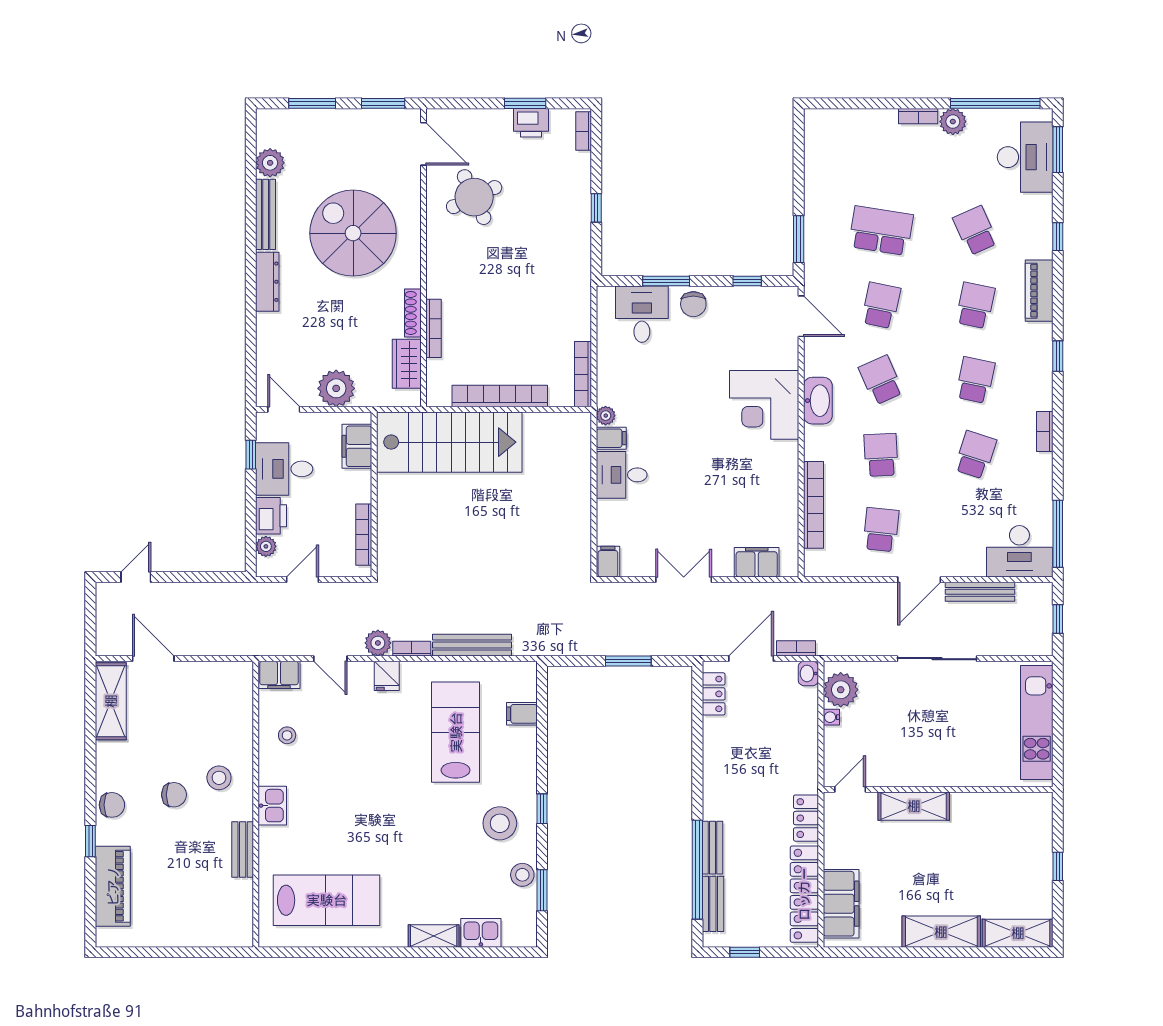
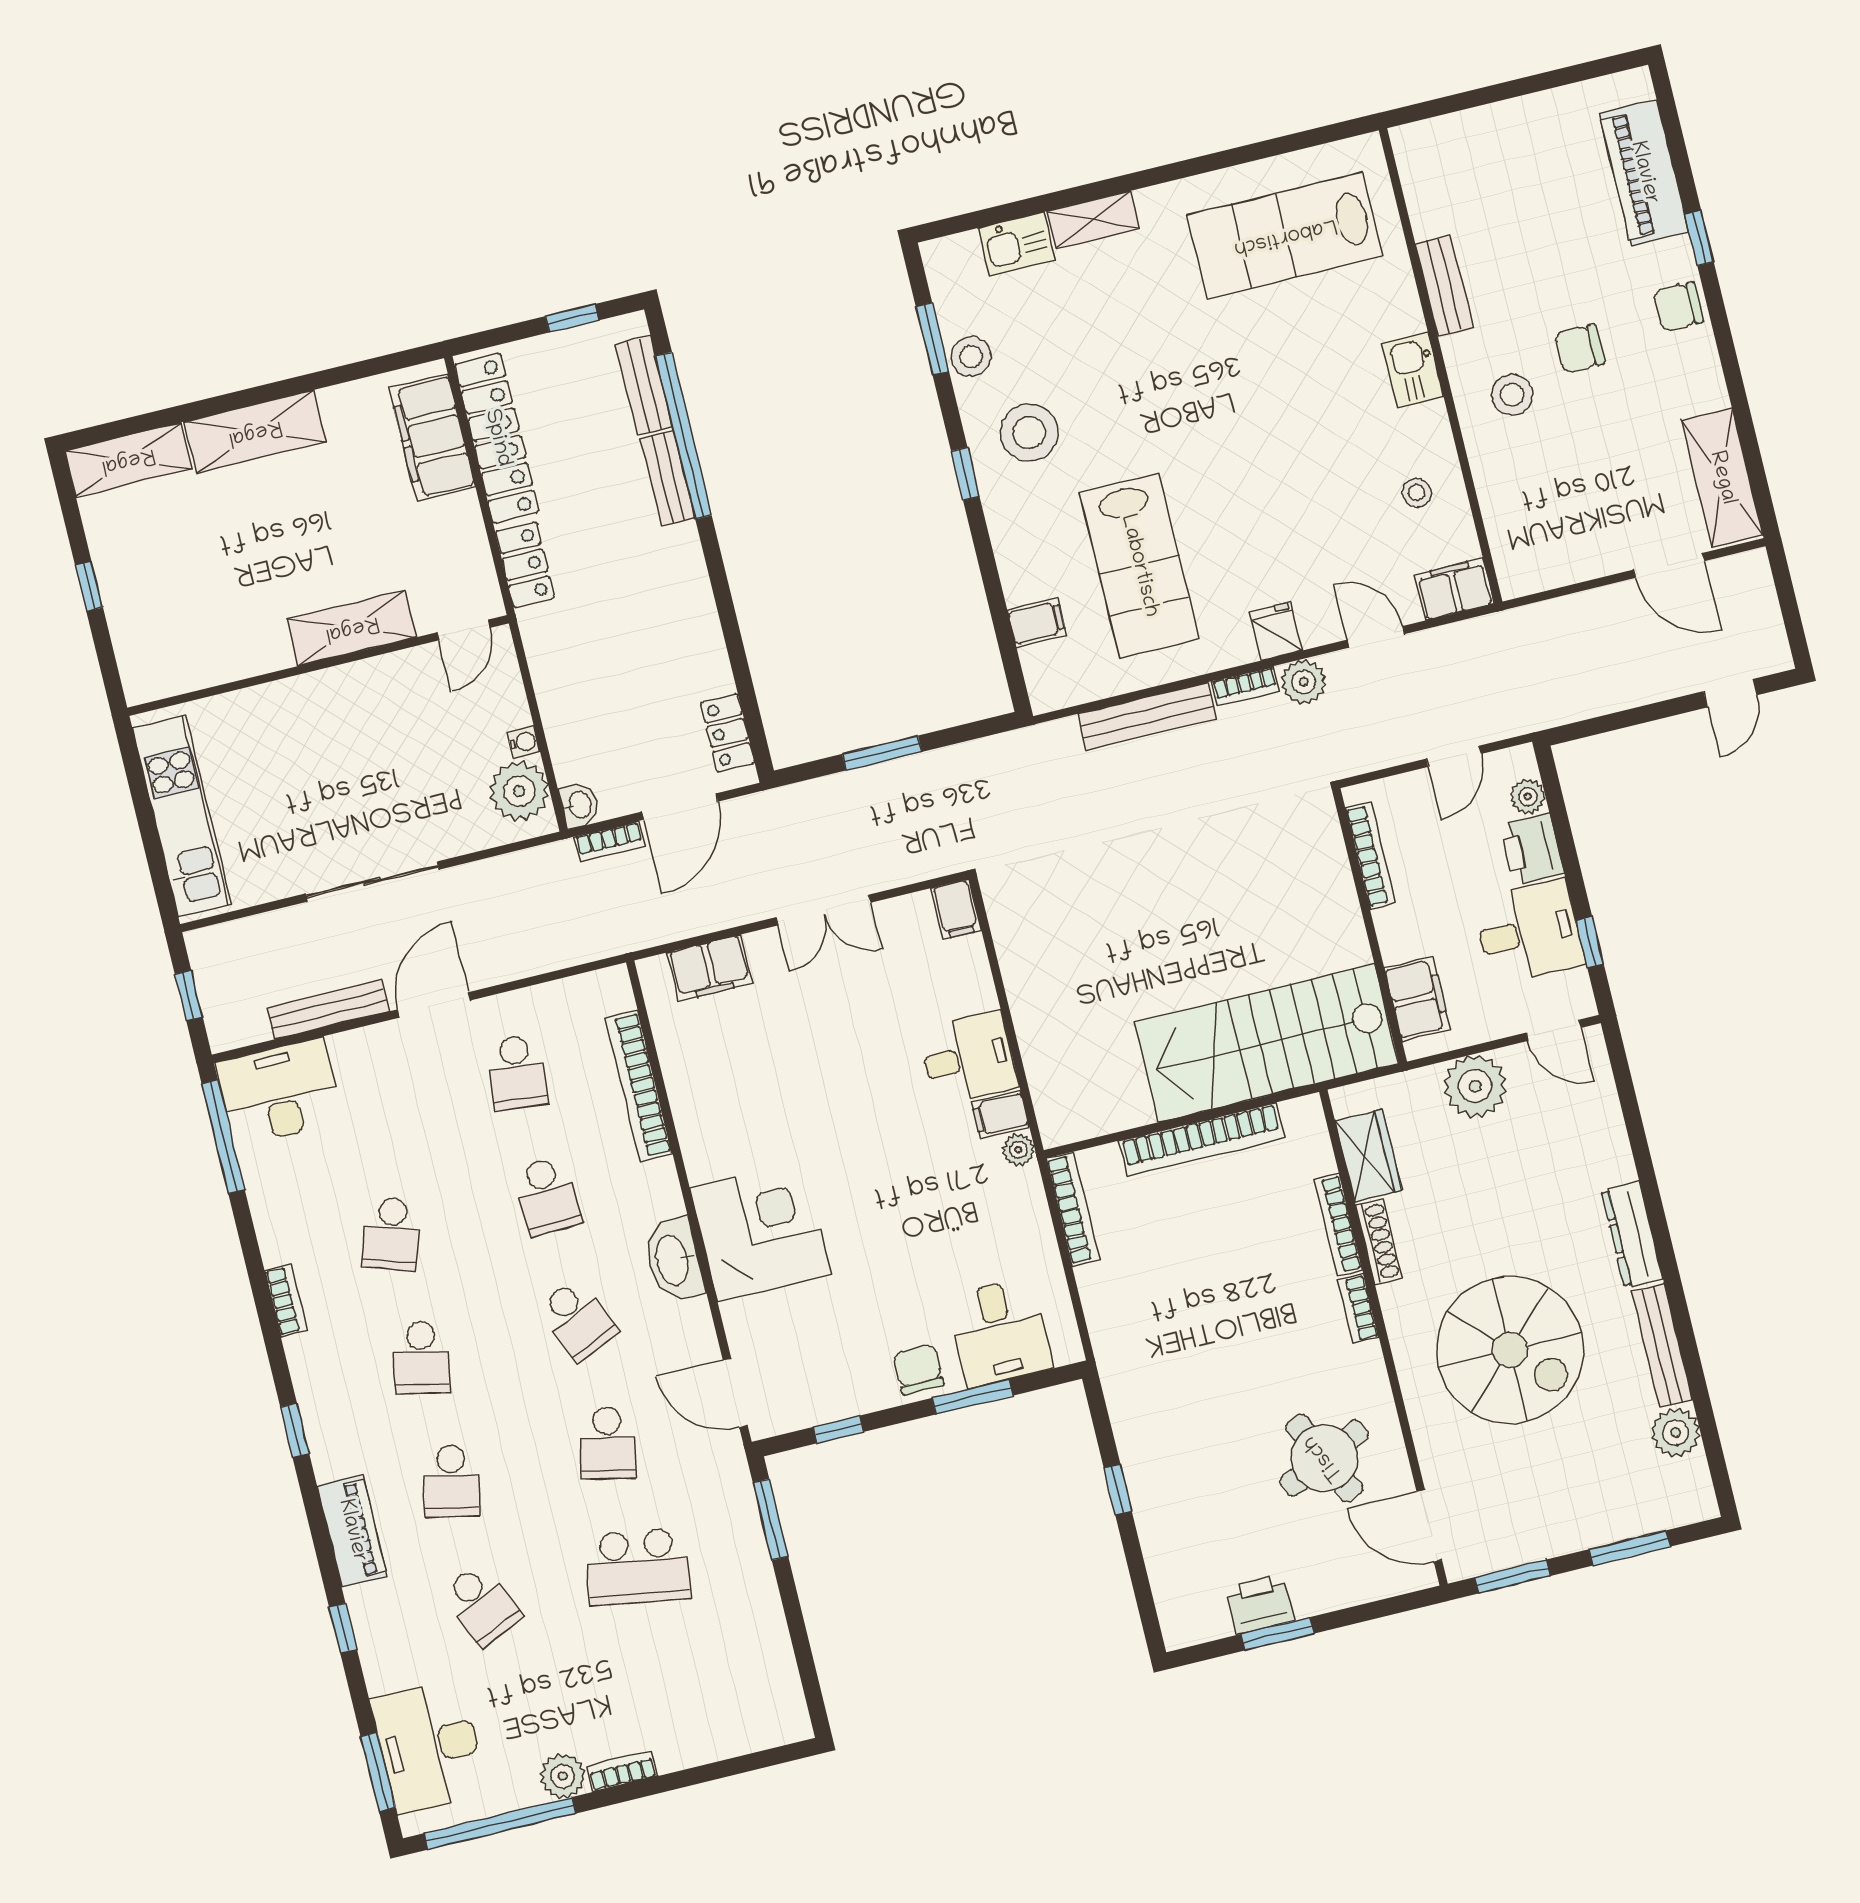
bookcase: (584, 131) -> (1358, 1309), moved, turned 180

